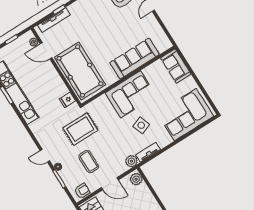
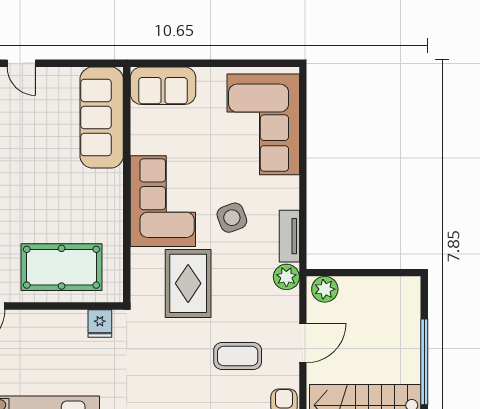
sofa: (135, 59) -> (102, 118), moved
pool table: (80, 71) -> (62, 267), width x0.73, depth x0.76
rug: (80, 129) -> (188, 283), moved

